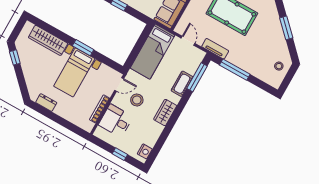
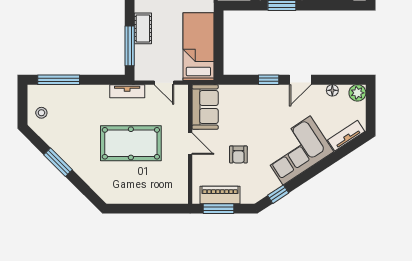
window: (235, 70) -> (59, 80), moved

